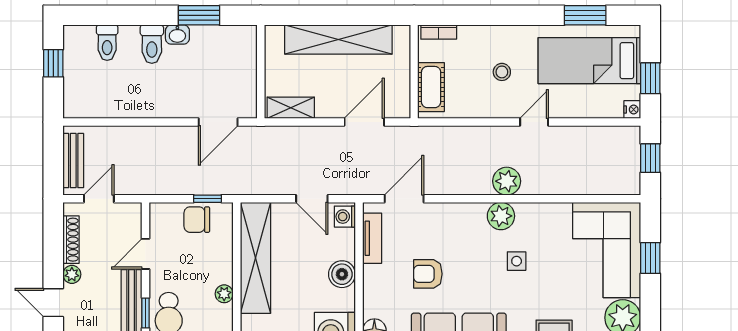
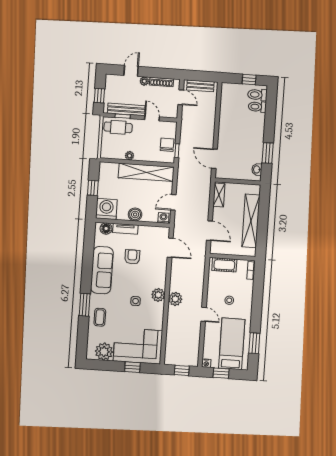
washbasin: (177, 35) -> (257, 169), moved
toilet: (152, 44) -> (257, 95), moved
tv unit: (372, 238) -> (125, 229), moved

